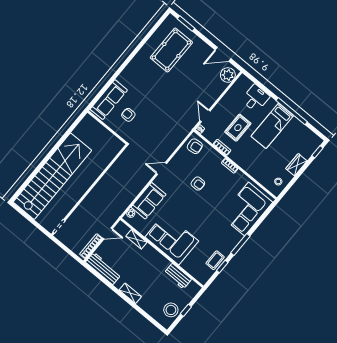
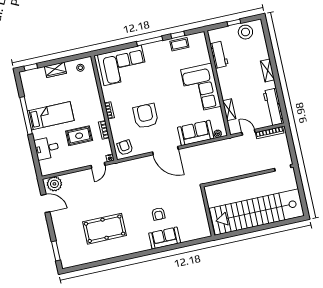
pool table: (171, 50) -> (105, 229), moved
sofa: (109, 100) -> (165, 238), width x0.73
wall: (107, 127) -> (208, 211), moved
door: (161, 168) -> (165, 151), width x1.87
armchair: (198, 184) -> (146, 116), width x1.88, depth x1.88

